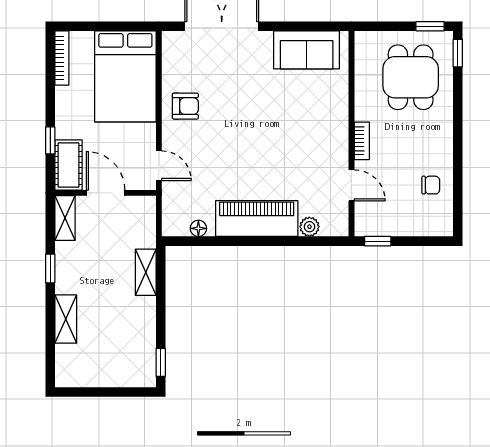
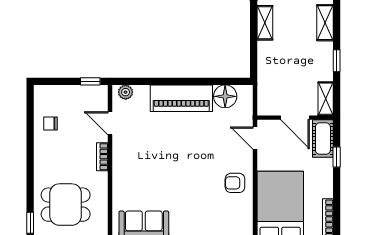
dining table: (411, 77) -> (66, 205), turned 90
plant: (309, 227) -> (126, 92), moved
floor lamp: (198, 228) -> (225, 96), width x1.89, depth x1.89
shelving: (146, 272) -> (265, 23), moved

